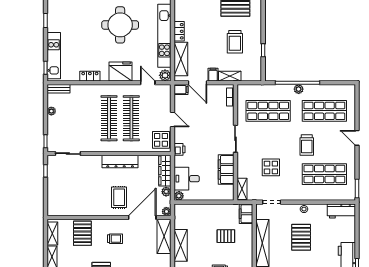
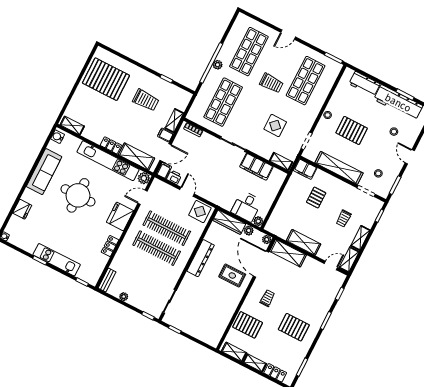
kitchen unit: (54, 56) -> (57, 260), moved
door: (173, 119) -> (187, 192), hinge flipped
printer: (180, 149) -> (174, 177), moved
workbench: (341, 211) -> (365, 84), moved, turned 90

